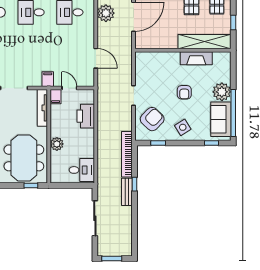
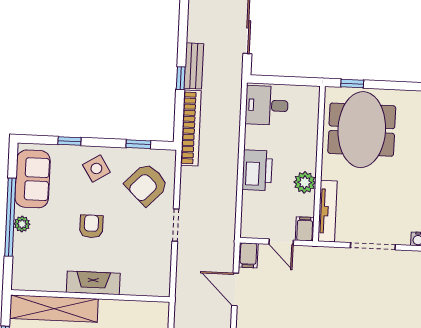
fireplace: (196, 58) -> (93, 283), moved
filing cabinet: (48, 79) -> (248, 255), moved
plant: (222, 92) -> (22, 224), width x0.53, depth x0.53
window: (233, 113) -> (10, 217), moved
printer: (86, 116) -> (257, 170), moved
window: (211, 143) -> (69, 141), moved
plant: (57, 144) -> (305, 182), moved

